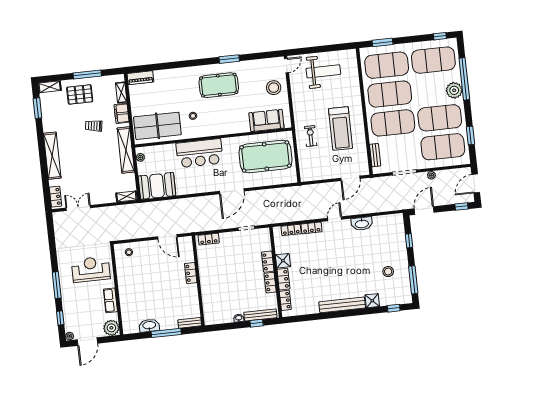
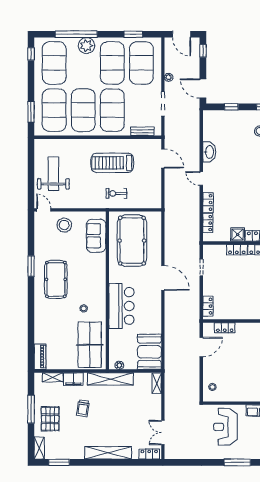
treadmill: (340, 129) -> (112, 163), turned 180
locker: (191, 273) -> (225, 328), moved

